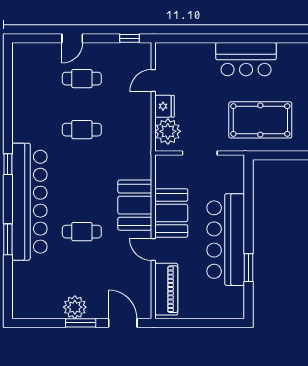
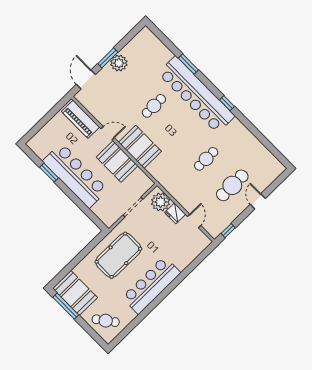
bar counter: (246, 59) -> (151, 285), width x1.36
cafe table: (82, 79) -> (232, 185), width x1.37, depth x1.35
door: (123, 323) -> (86, 79), swing flipped

